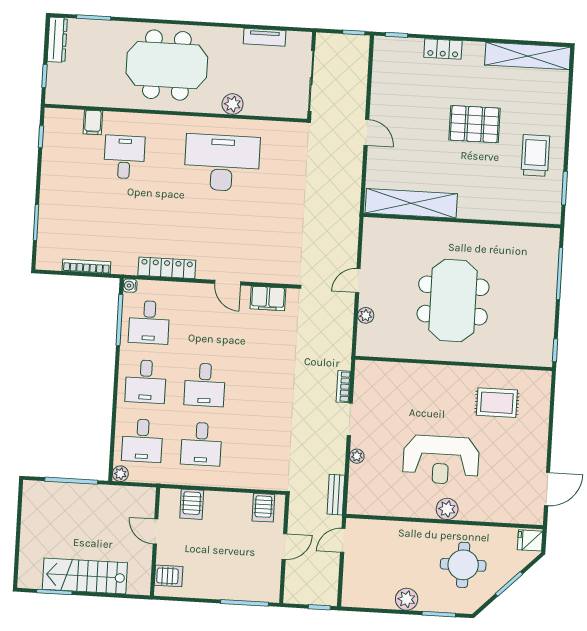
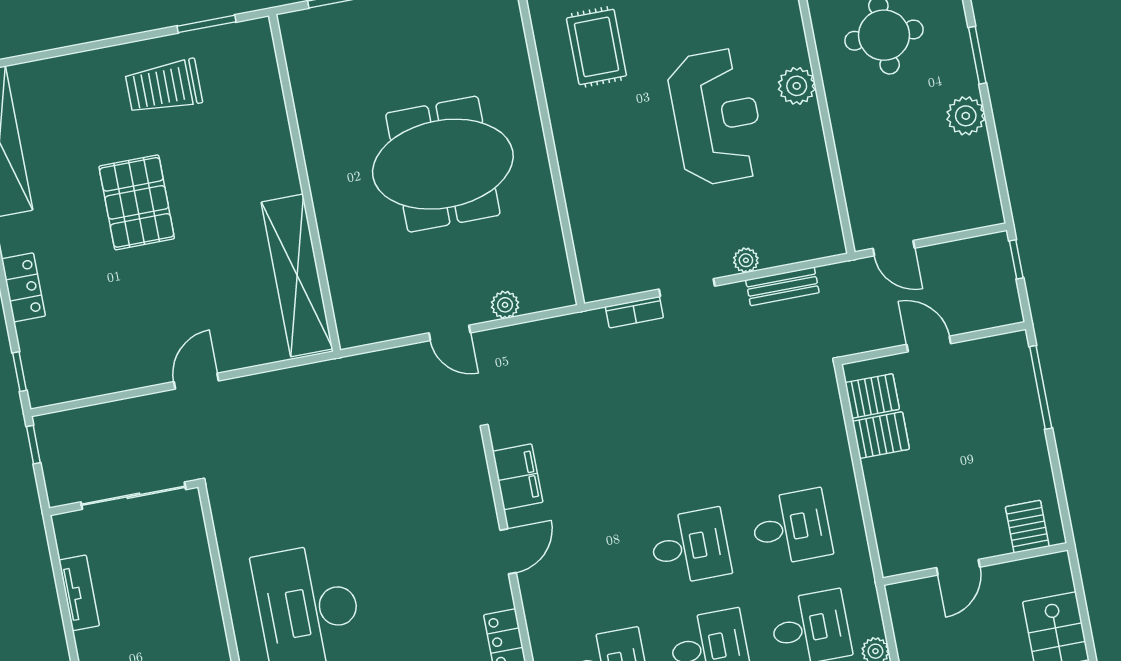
plant: (233, 104) -> (205, 619), removed
bench: (336, 495) -> (782, 286), moved
server rack: (192, 504) -> (881, 435), moved

